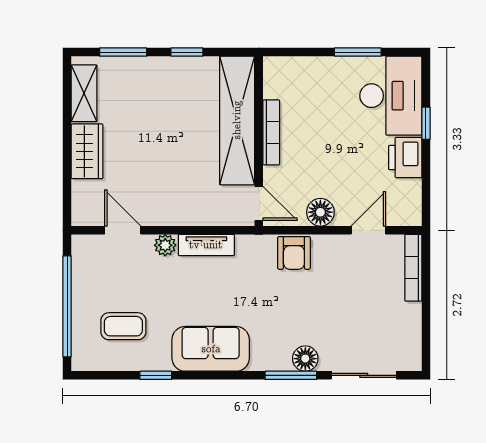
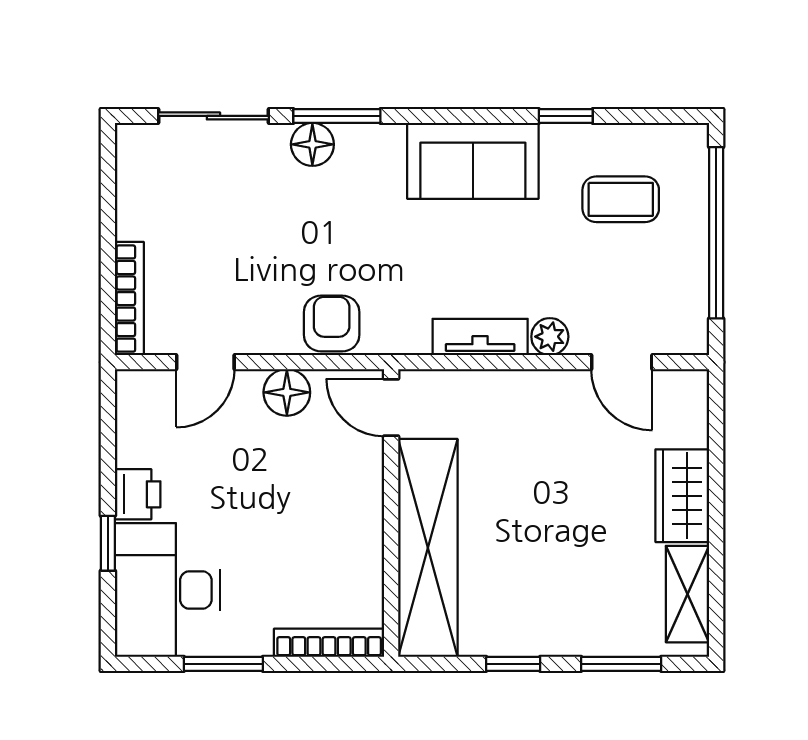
bookcase: (271, 132) -> (329, 643), moved, turned 90
printer: (405, 158) -> (138, 494), width x0.73, depth x0.81

